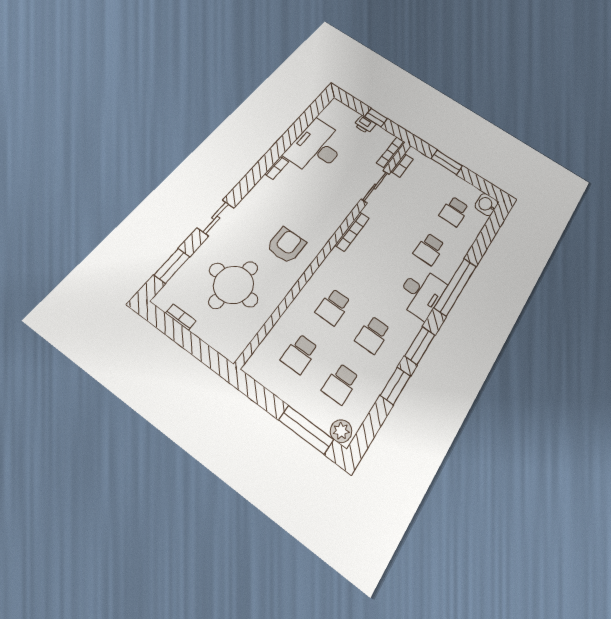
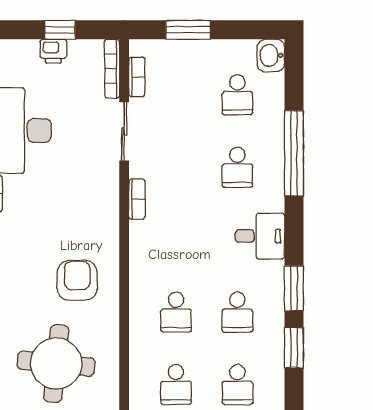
bookcase: (352, 232) -> (137, 199), width x0.64
window: (455, 287) -> (294, 153), moved
desk: (421, 293) -> (260, 236), width x0.73

